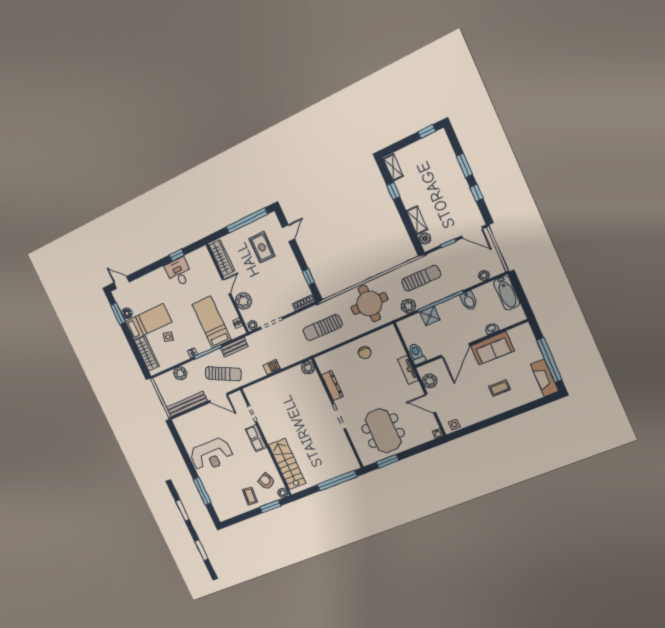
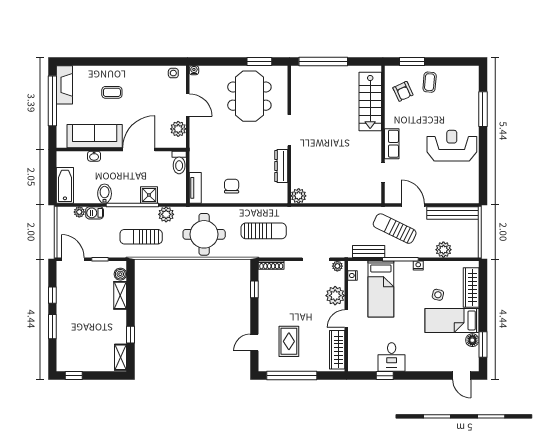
sofa: (492, 348) -> (95, 136), width x1.36
barbecue: (272, 367) -> (95, 213), moved
tv unit: (408, 370) -> (195, 188), moved
plant: (283, 493) -> (390, 71), removed

